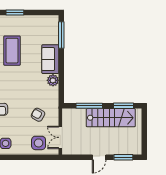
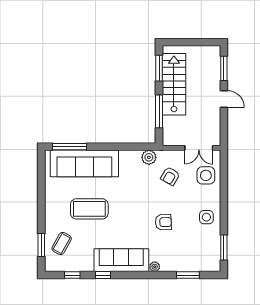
window: (15, 13) -> (41, 205), removed
sofa: (50, 59) -> (84, 163), width x1.85, depth x1.27
plant: (53, 80) -> (149, 157), moved

